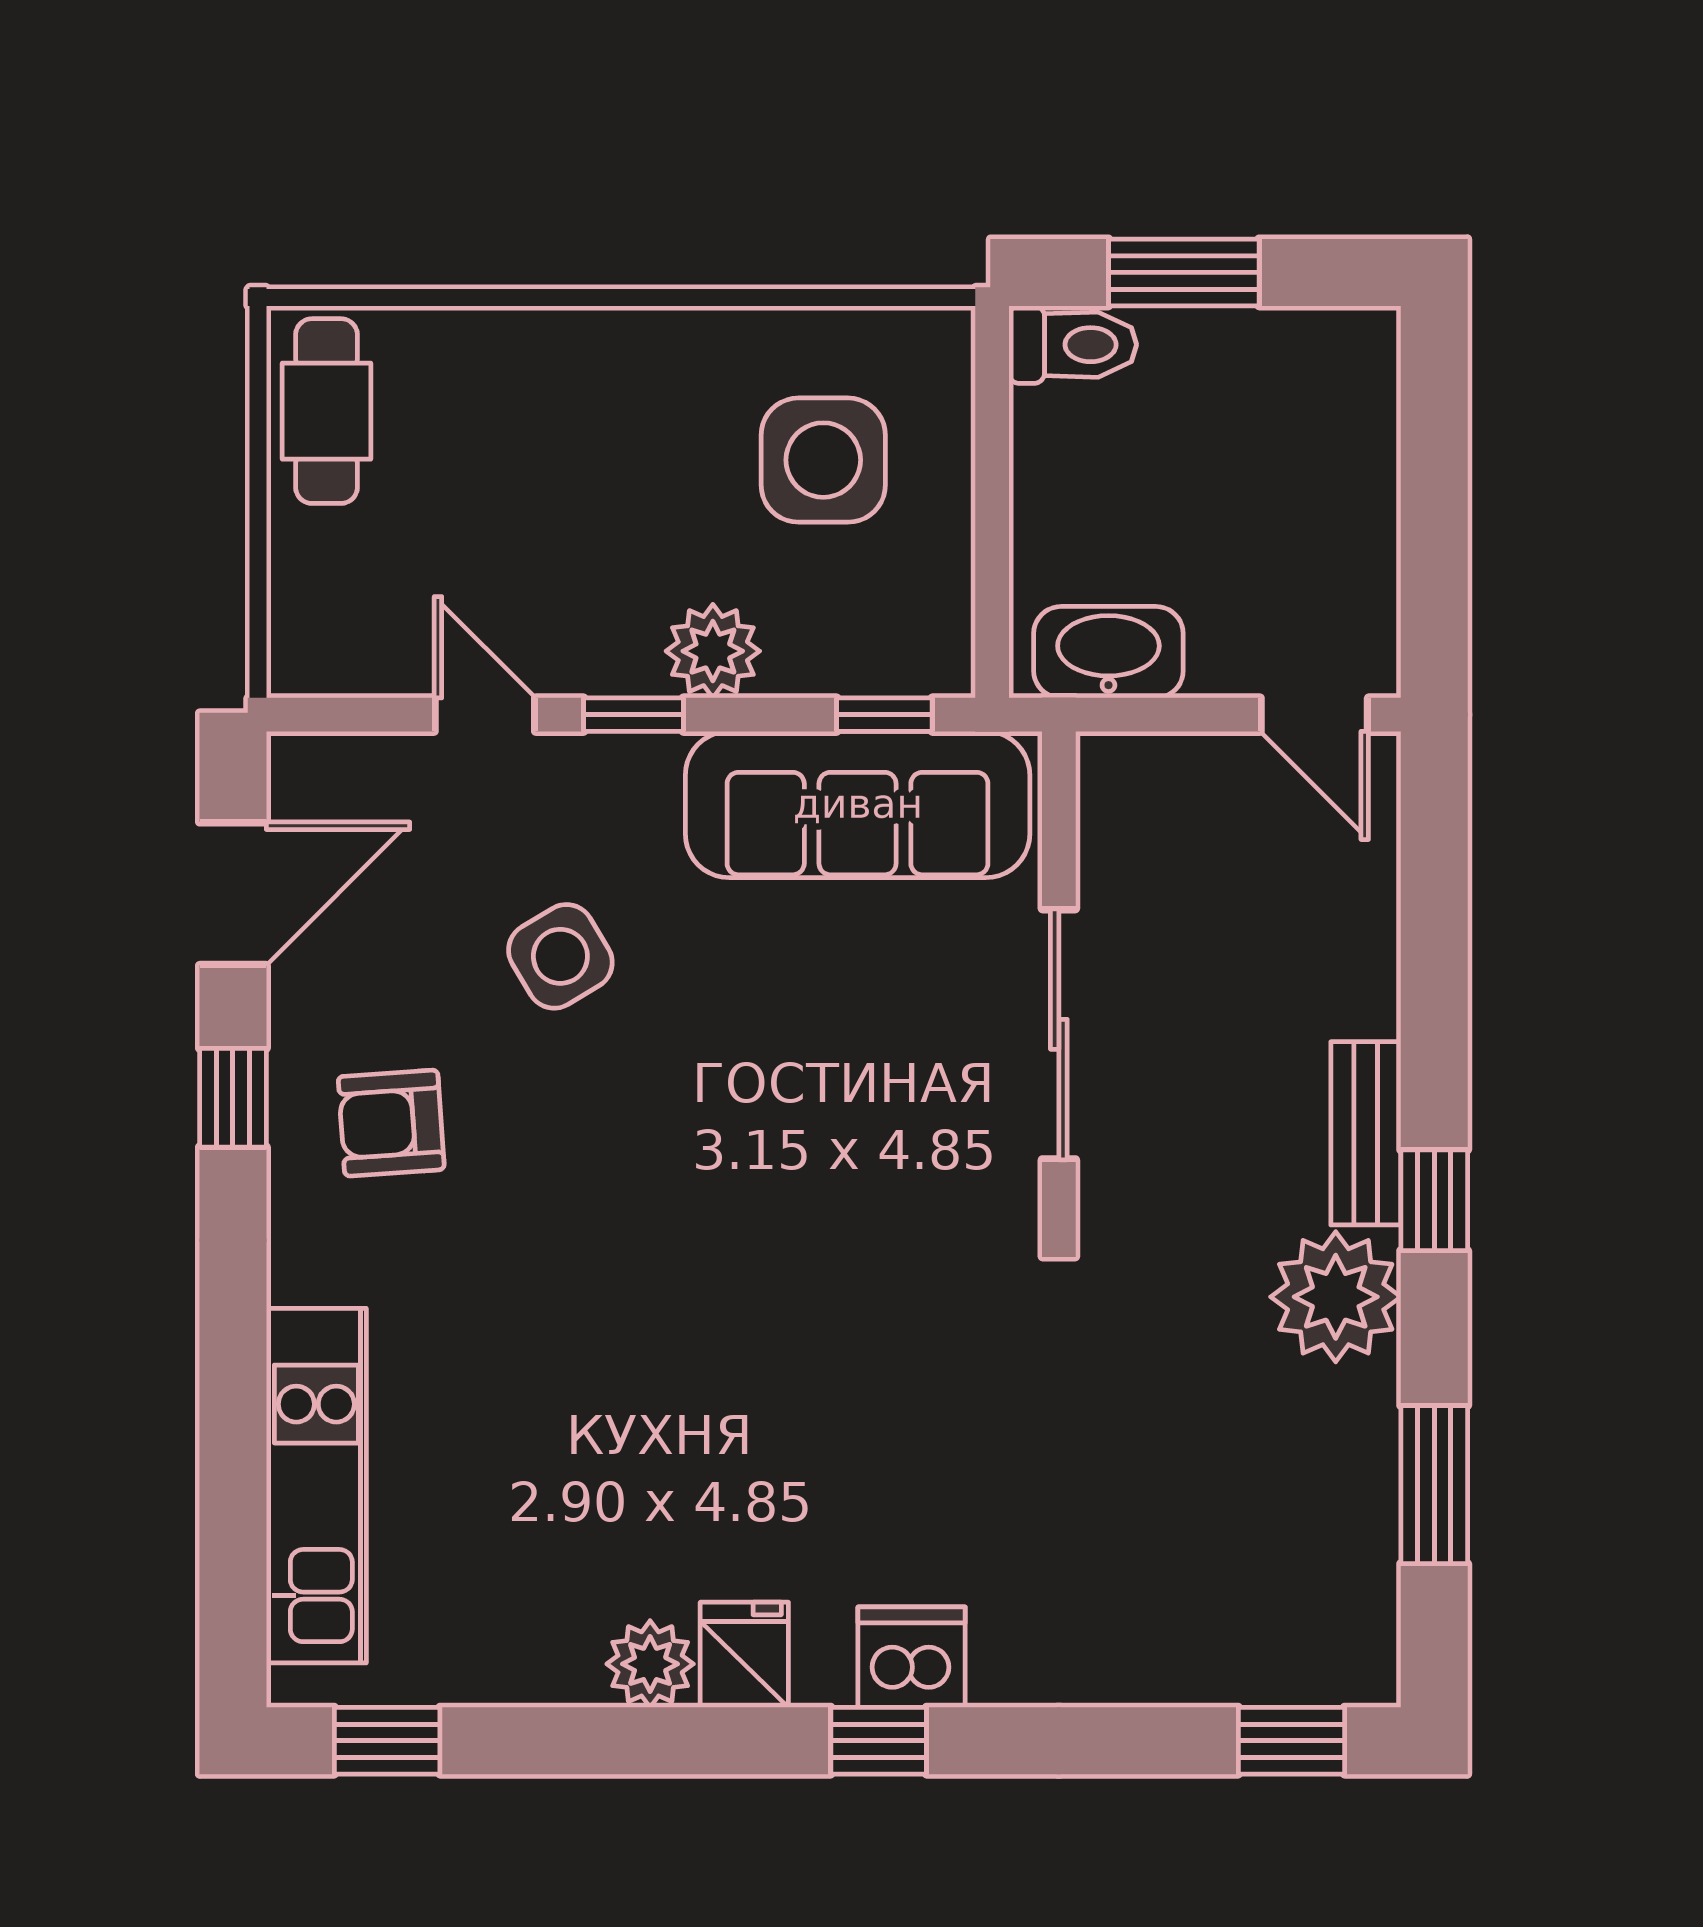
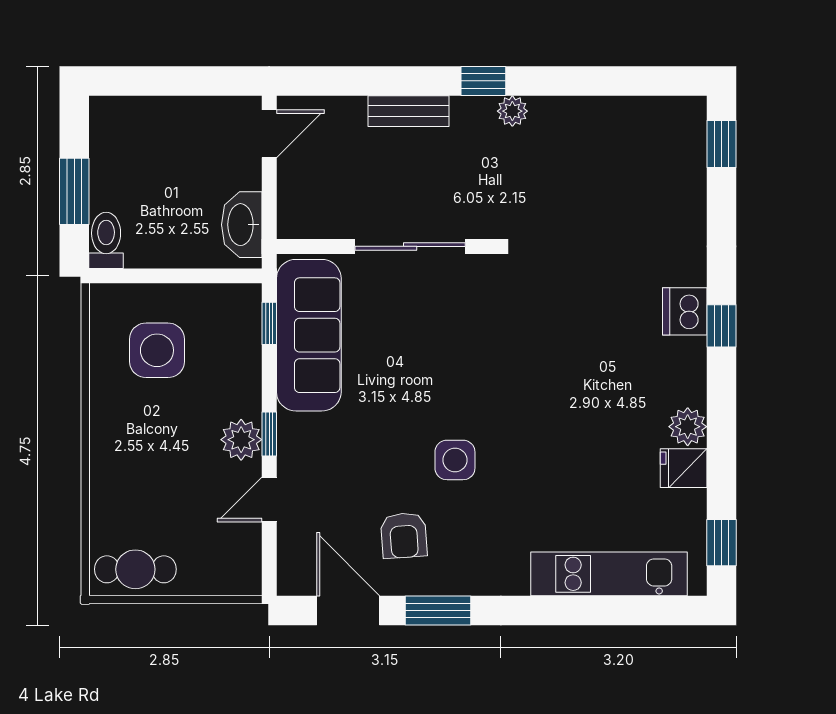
plant: (713, 651) -> (241, 440), moved
side table: (560, 956) -> (455, 460), moved, turned 31
window: (233, 1098) -> (438, 611), width x1.50
armchair: (391, 1123) -> (404, 535), moved
bench: (1366, 1133) -> (409, 111), moved
plant: (1336, 1297) -> (512, 111), width x0.53, depth x0.53
window: (1434, 1485) -> (609, 81), removed
fridge: (744, 1655) -> (684, 468), moved

